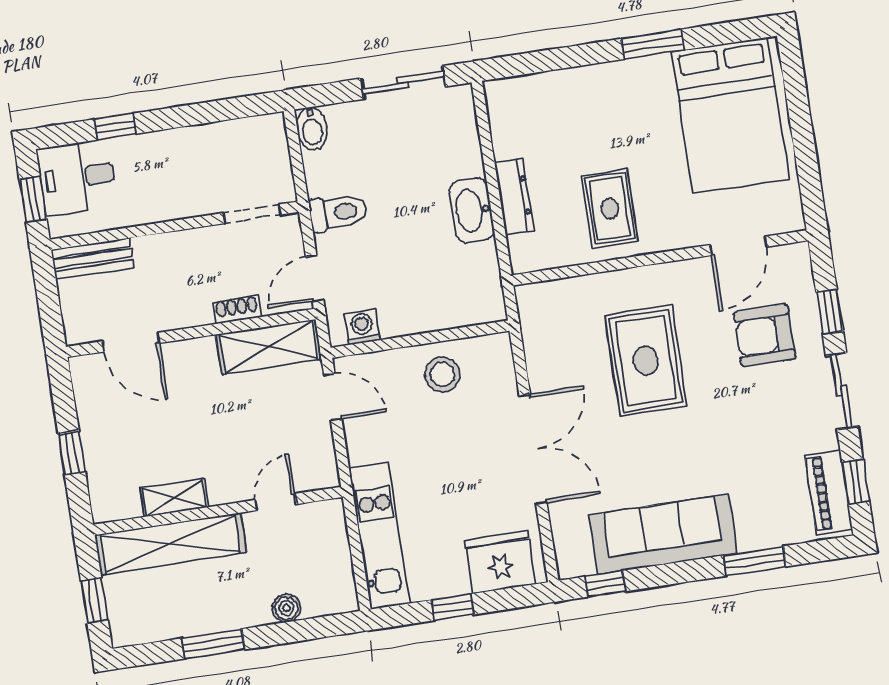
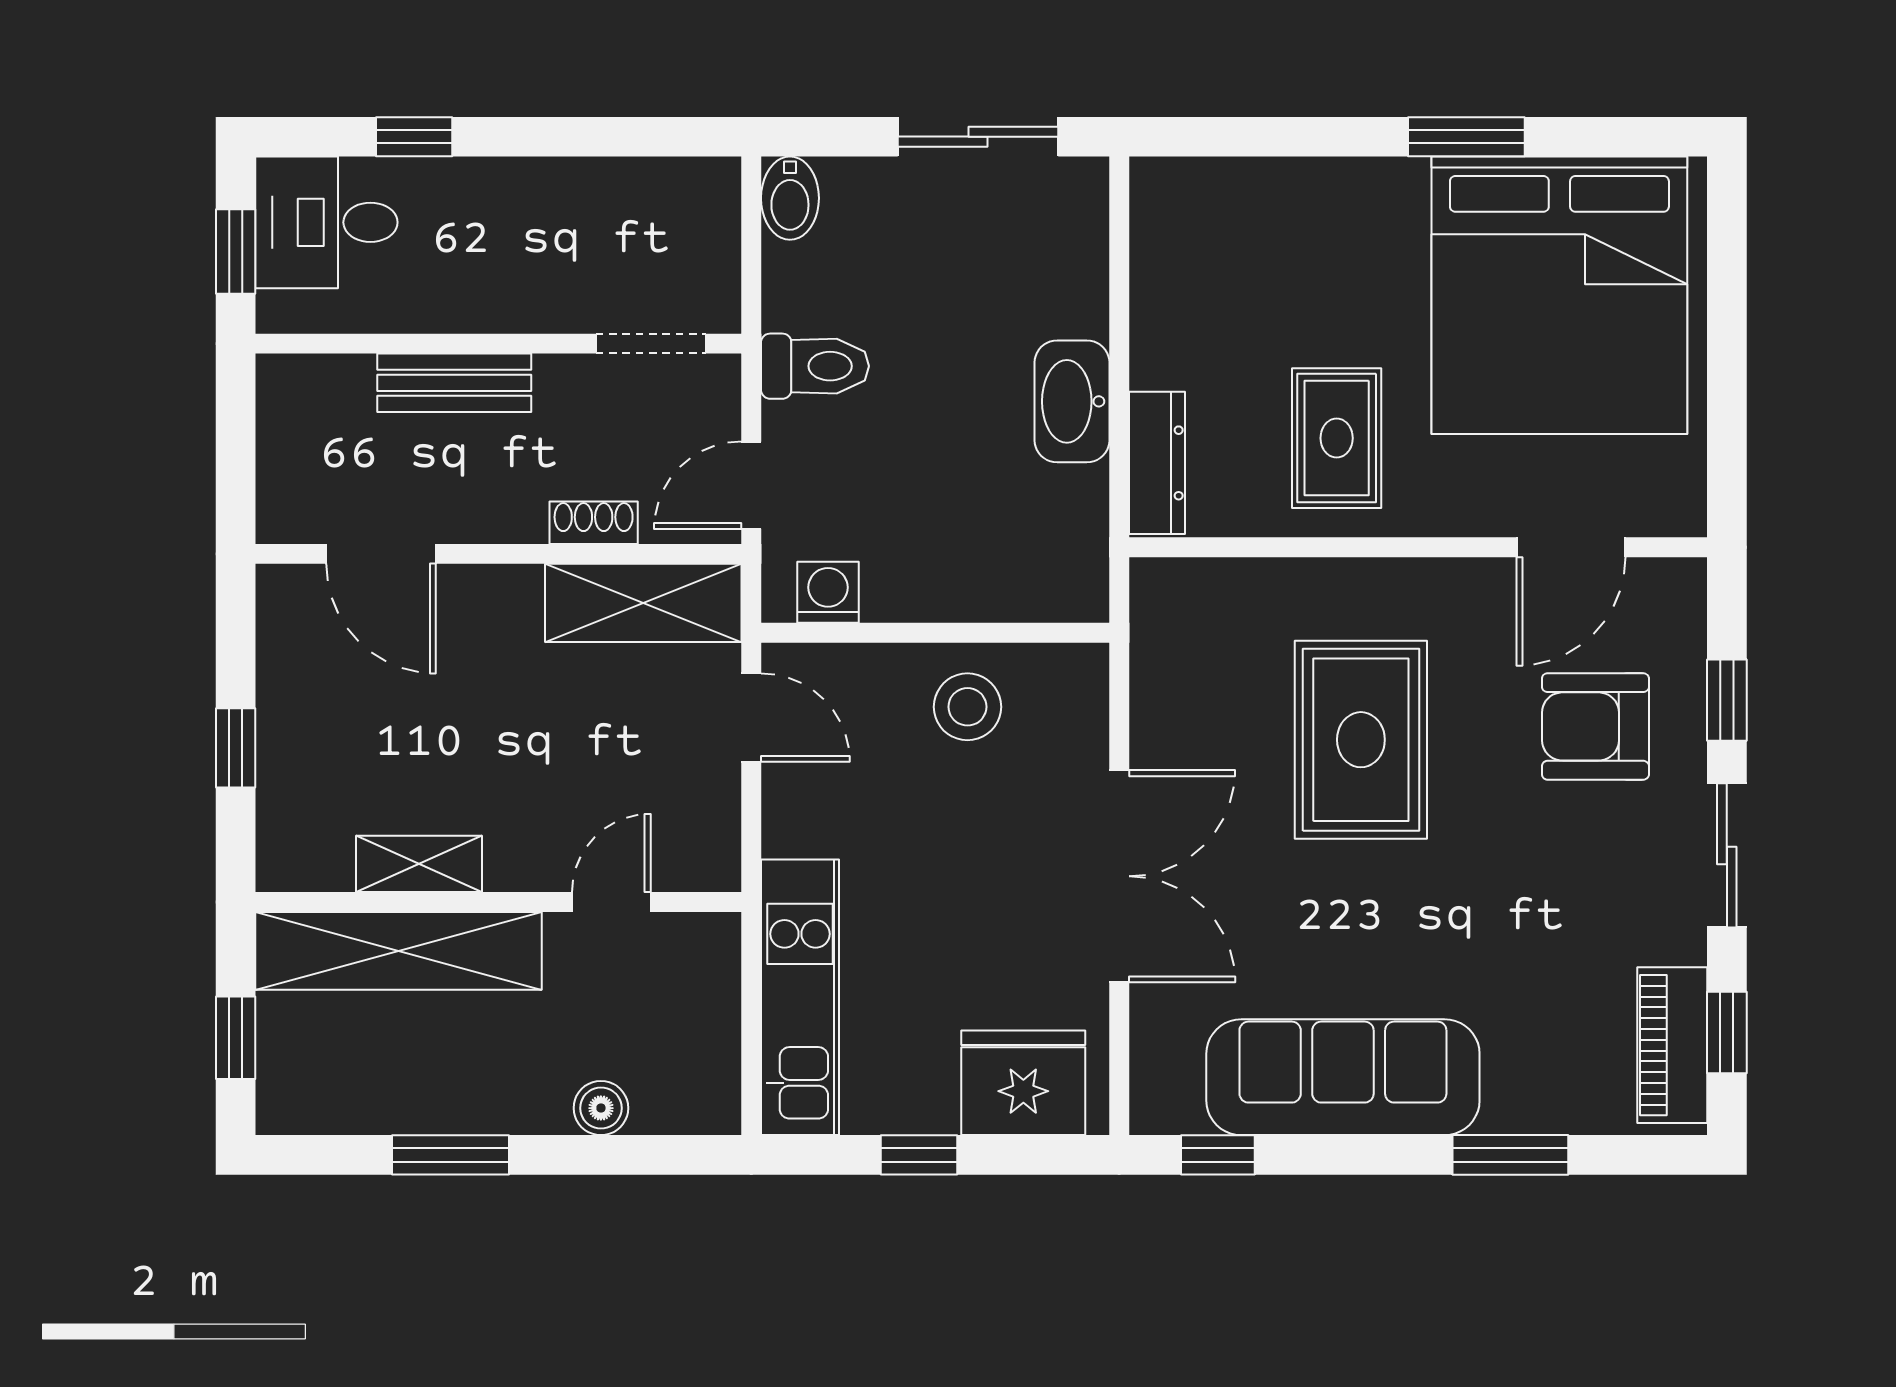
bed: (730, 115) -> (1559, 295), width x1.36
dresser: (514, 197) -> (1157, 463), moved
bench: (92, 259) -> (454, 383), moved

